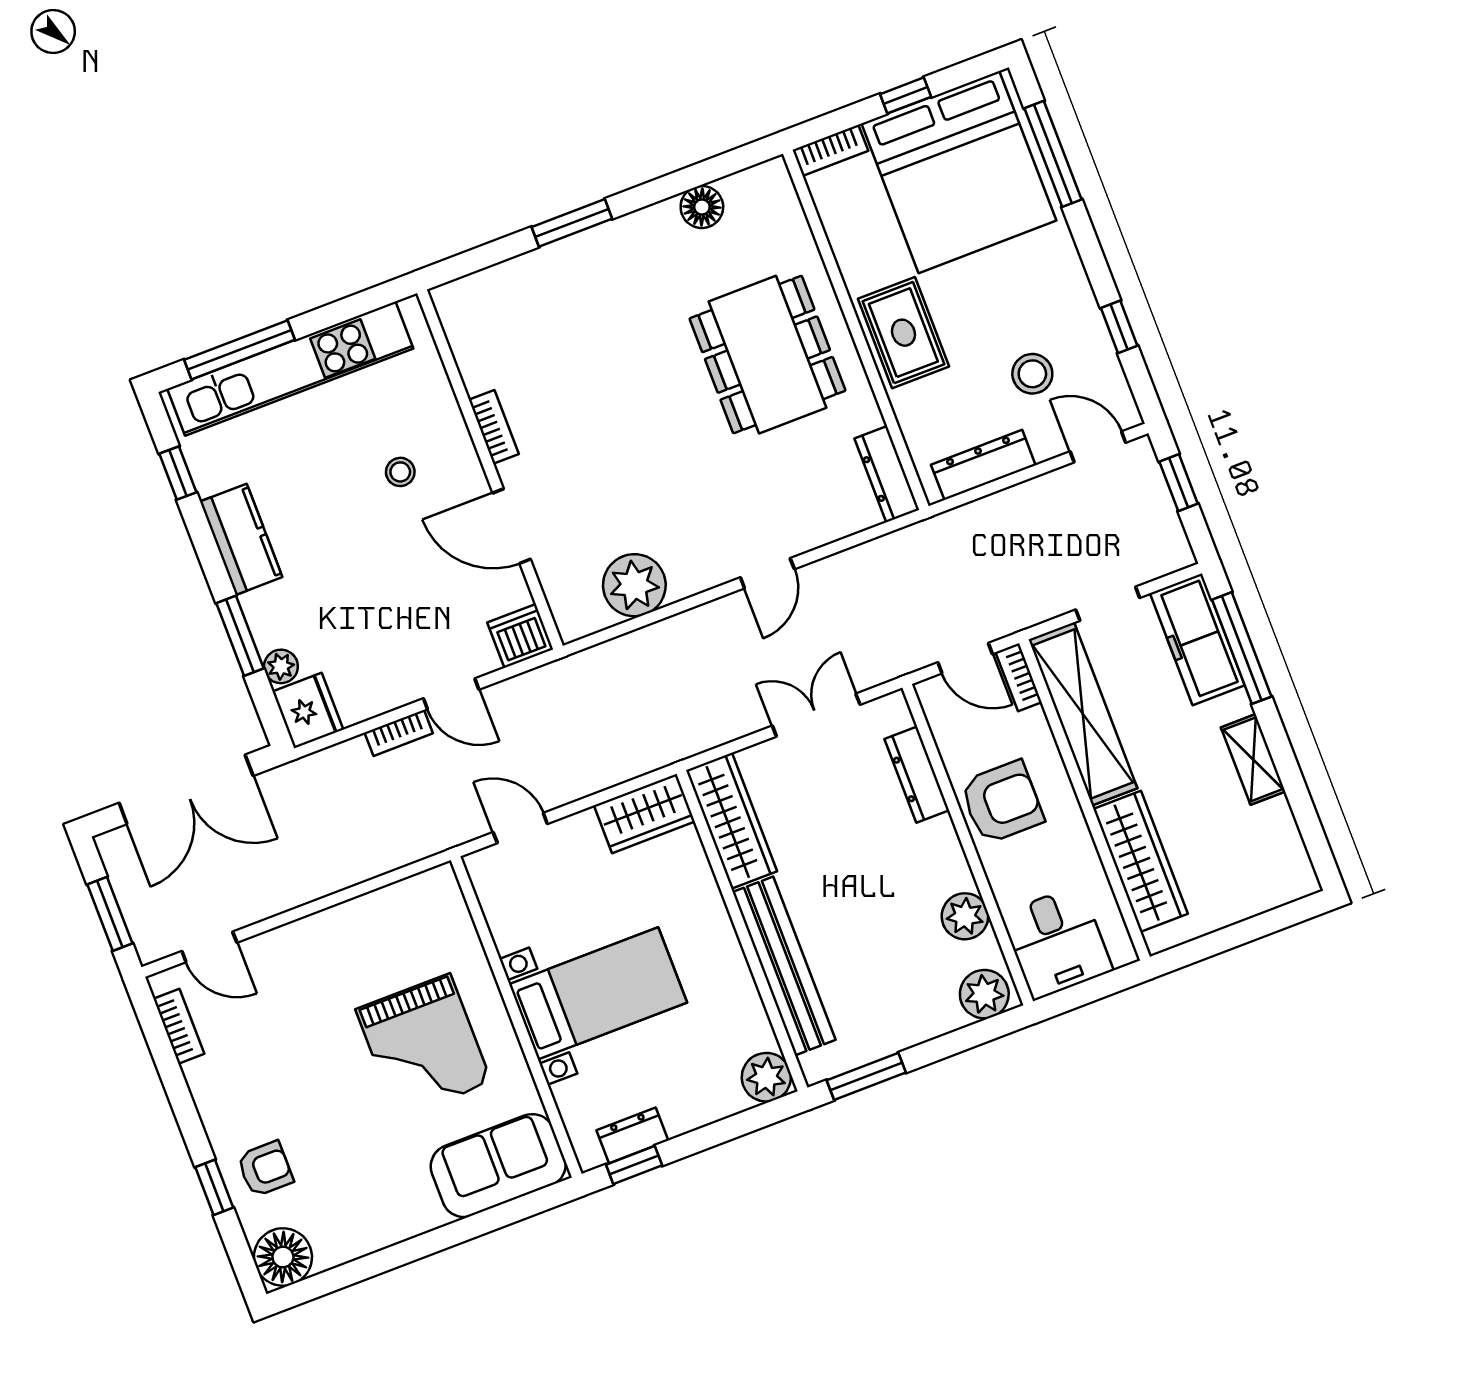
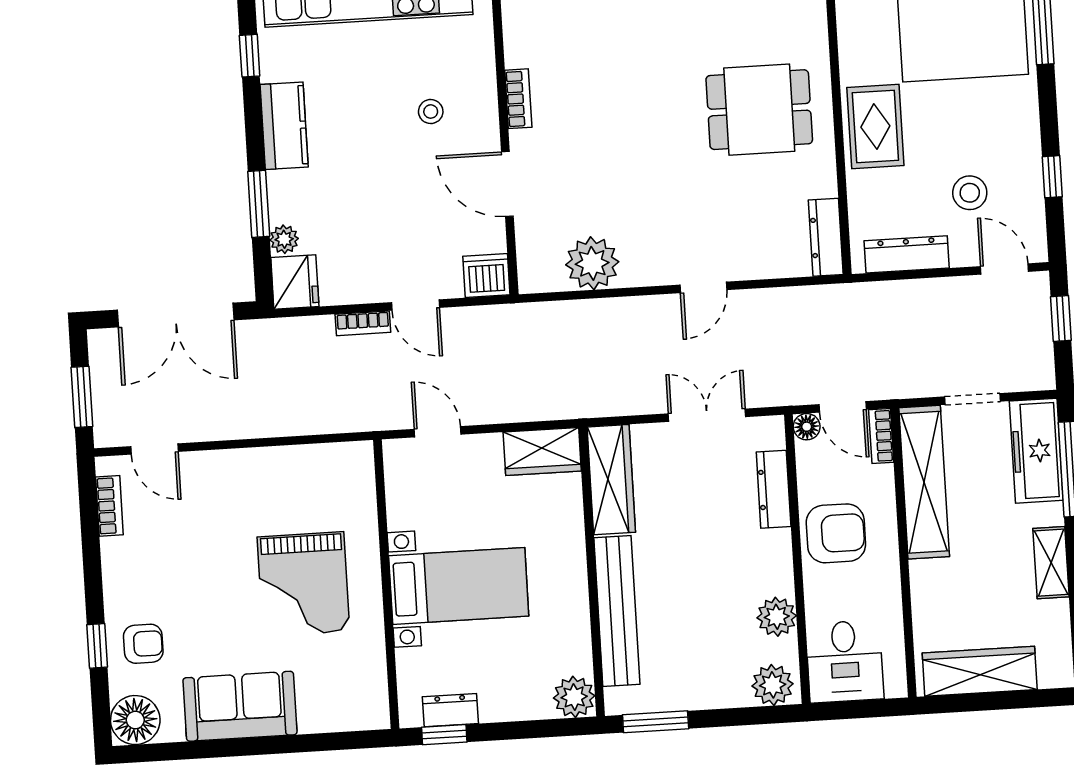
dining table: (767, 355) -> (759, 110), width x0.73
floor lamp: (932, 693) -> (807, 427), added
wardrobe: (1140, 861) -> (980, 671), moved, turned -90
sofa: (498, 1166) -> (240, 706), moved

